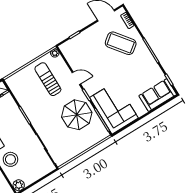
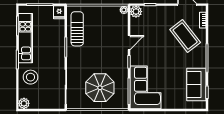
plant: (66, 48) -> (136, 12), added
door: (76, 78) -> (129, 43), hinge flipped
sun lounger: (48, 79) -> (77, 29), moved
sofa: (158, 95) -> (196, 85), moved, turned -90
parasol: (77, 115) -> (100, 88), moved

